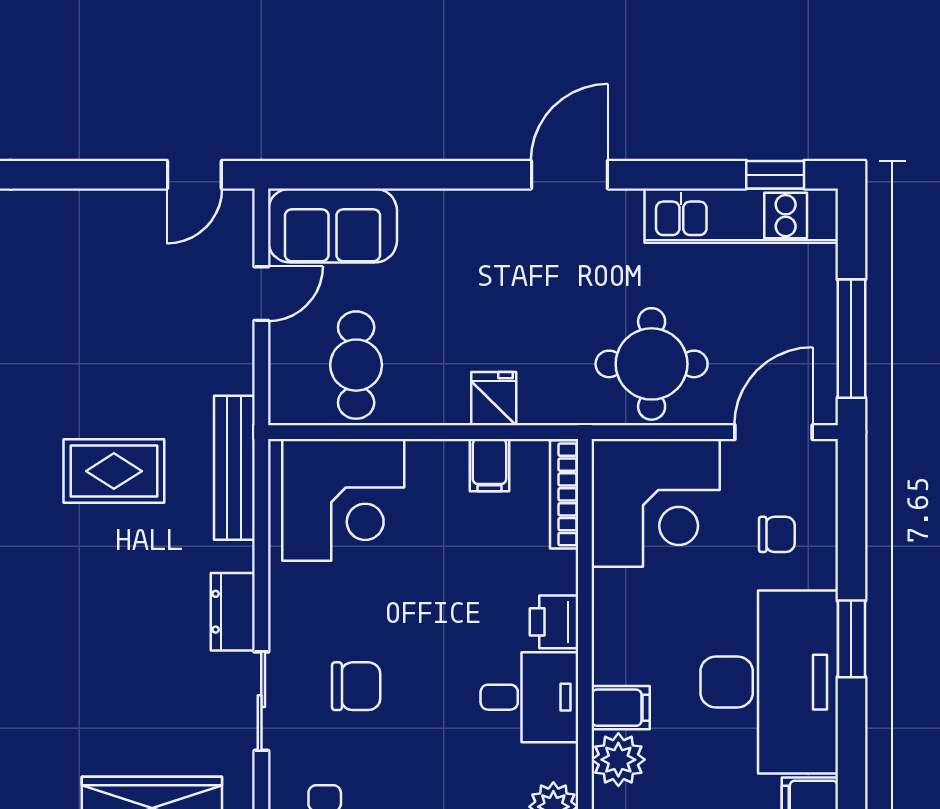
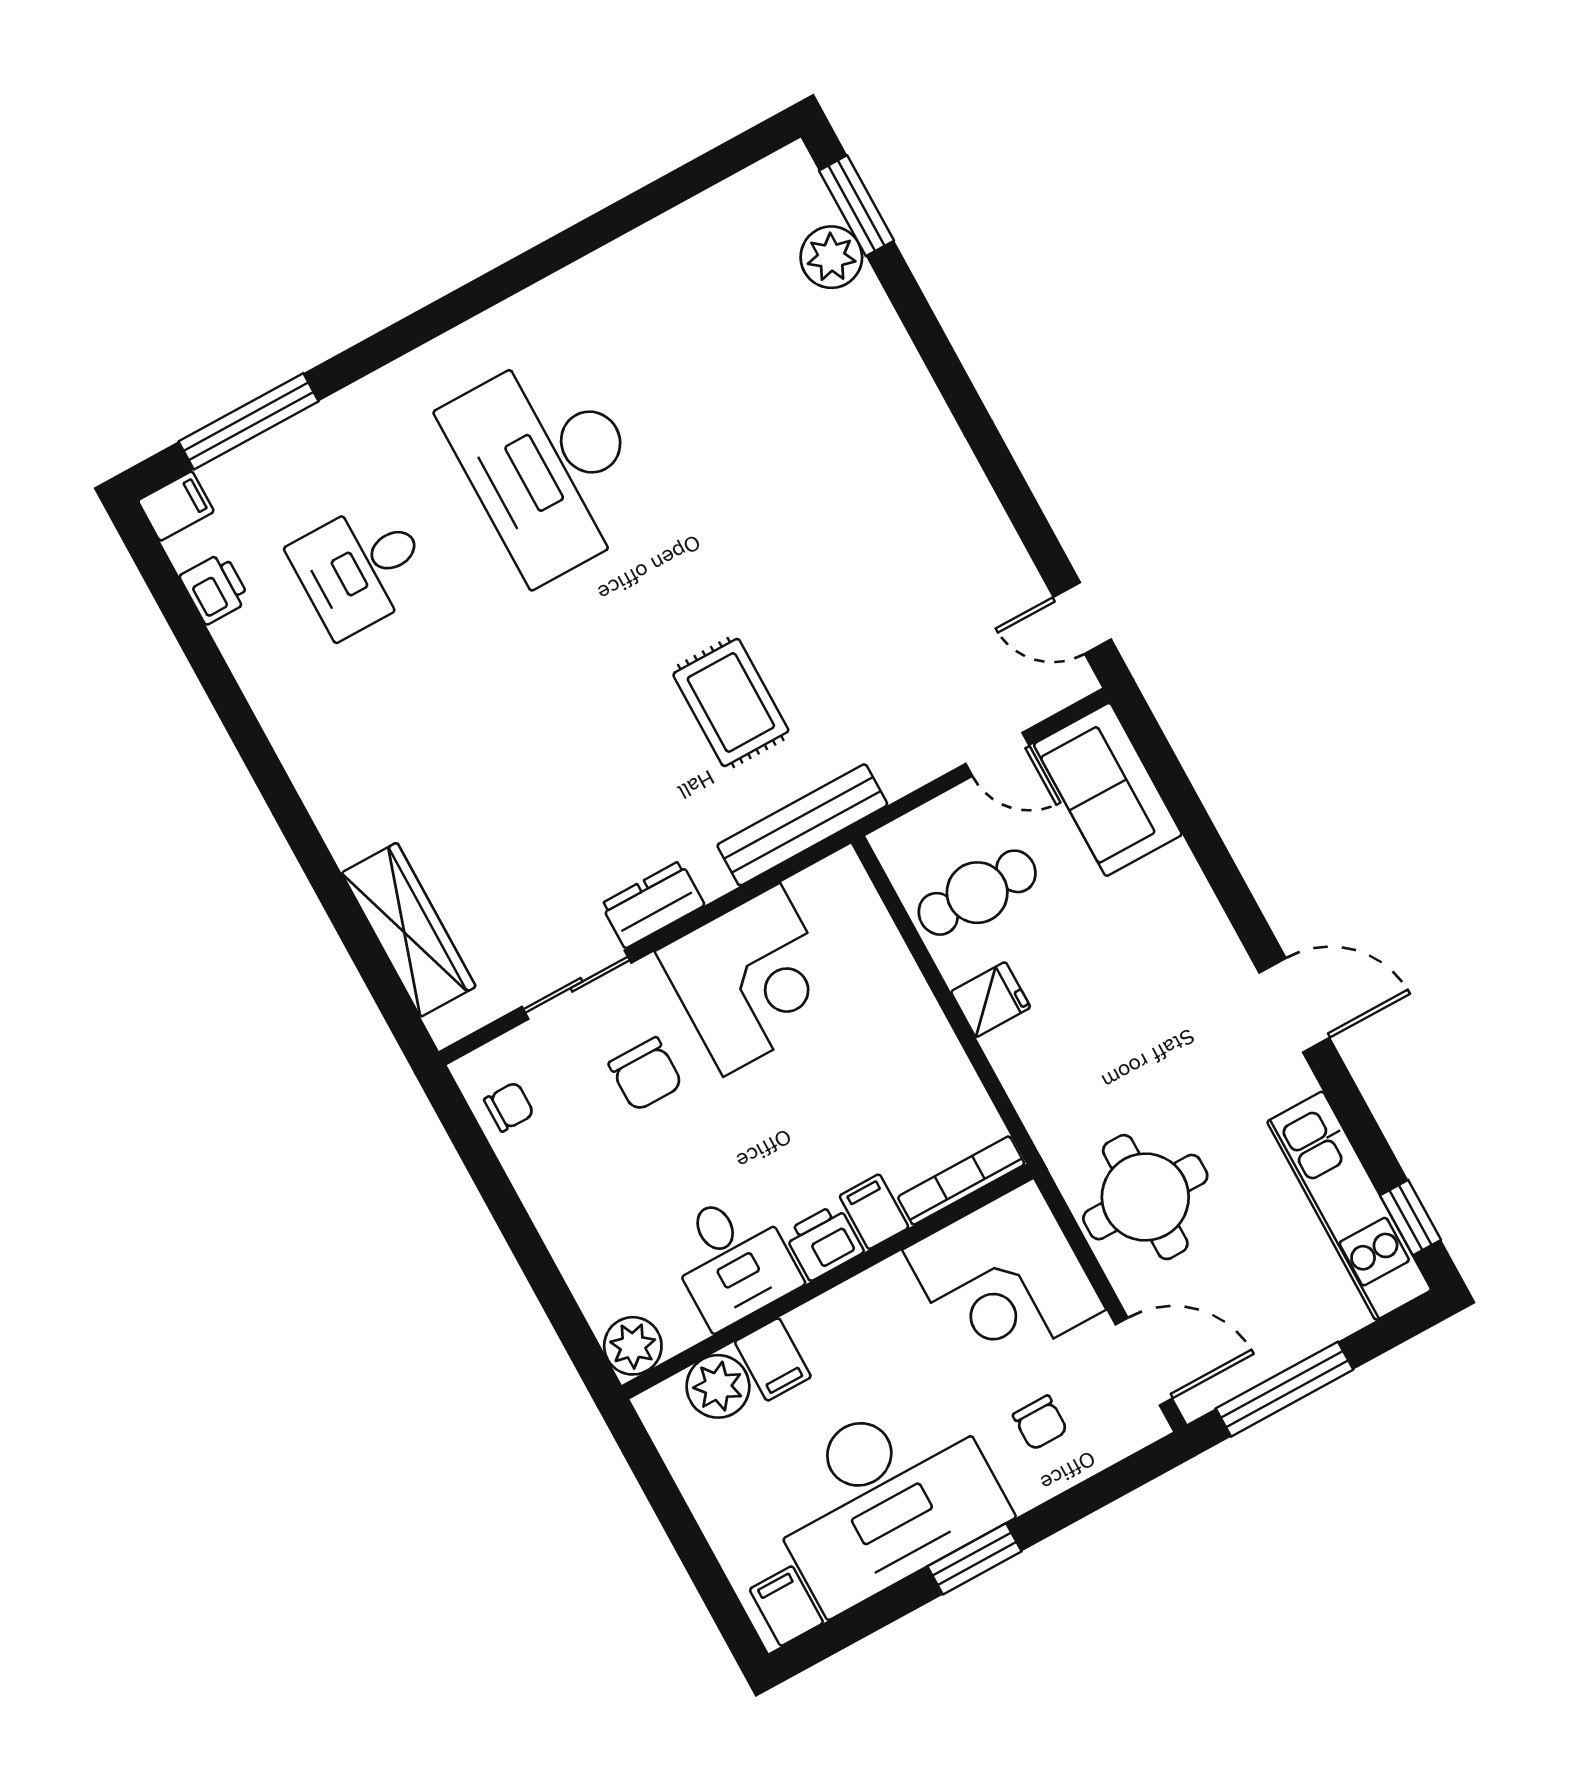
fridge: (494, 399) -> (991, 1000), moved
filing cabinet: (490, 465) -> (874, 1212), moved, turned 90
corner desk: (343, 500) -> (752, 980), moved, turned -90

